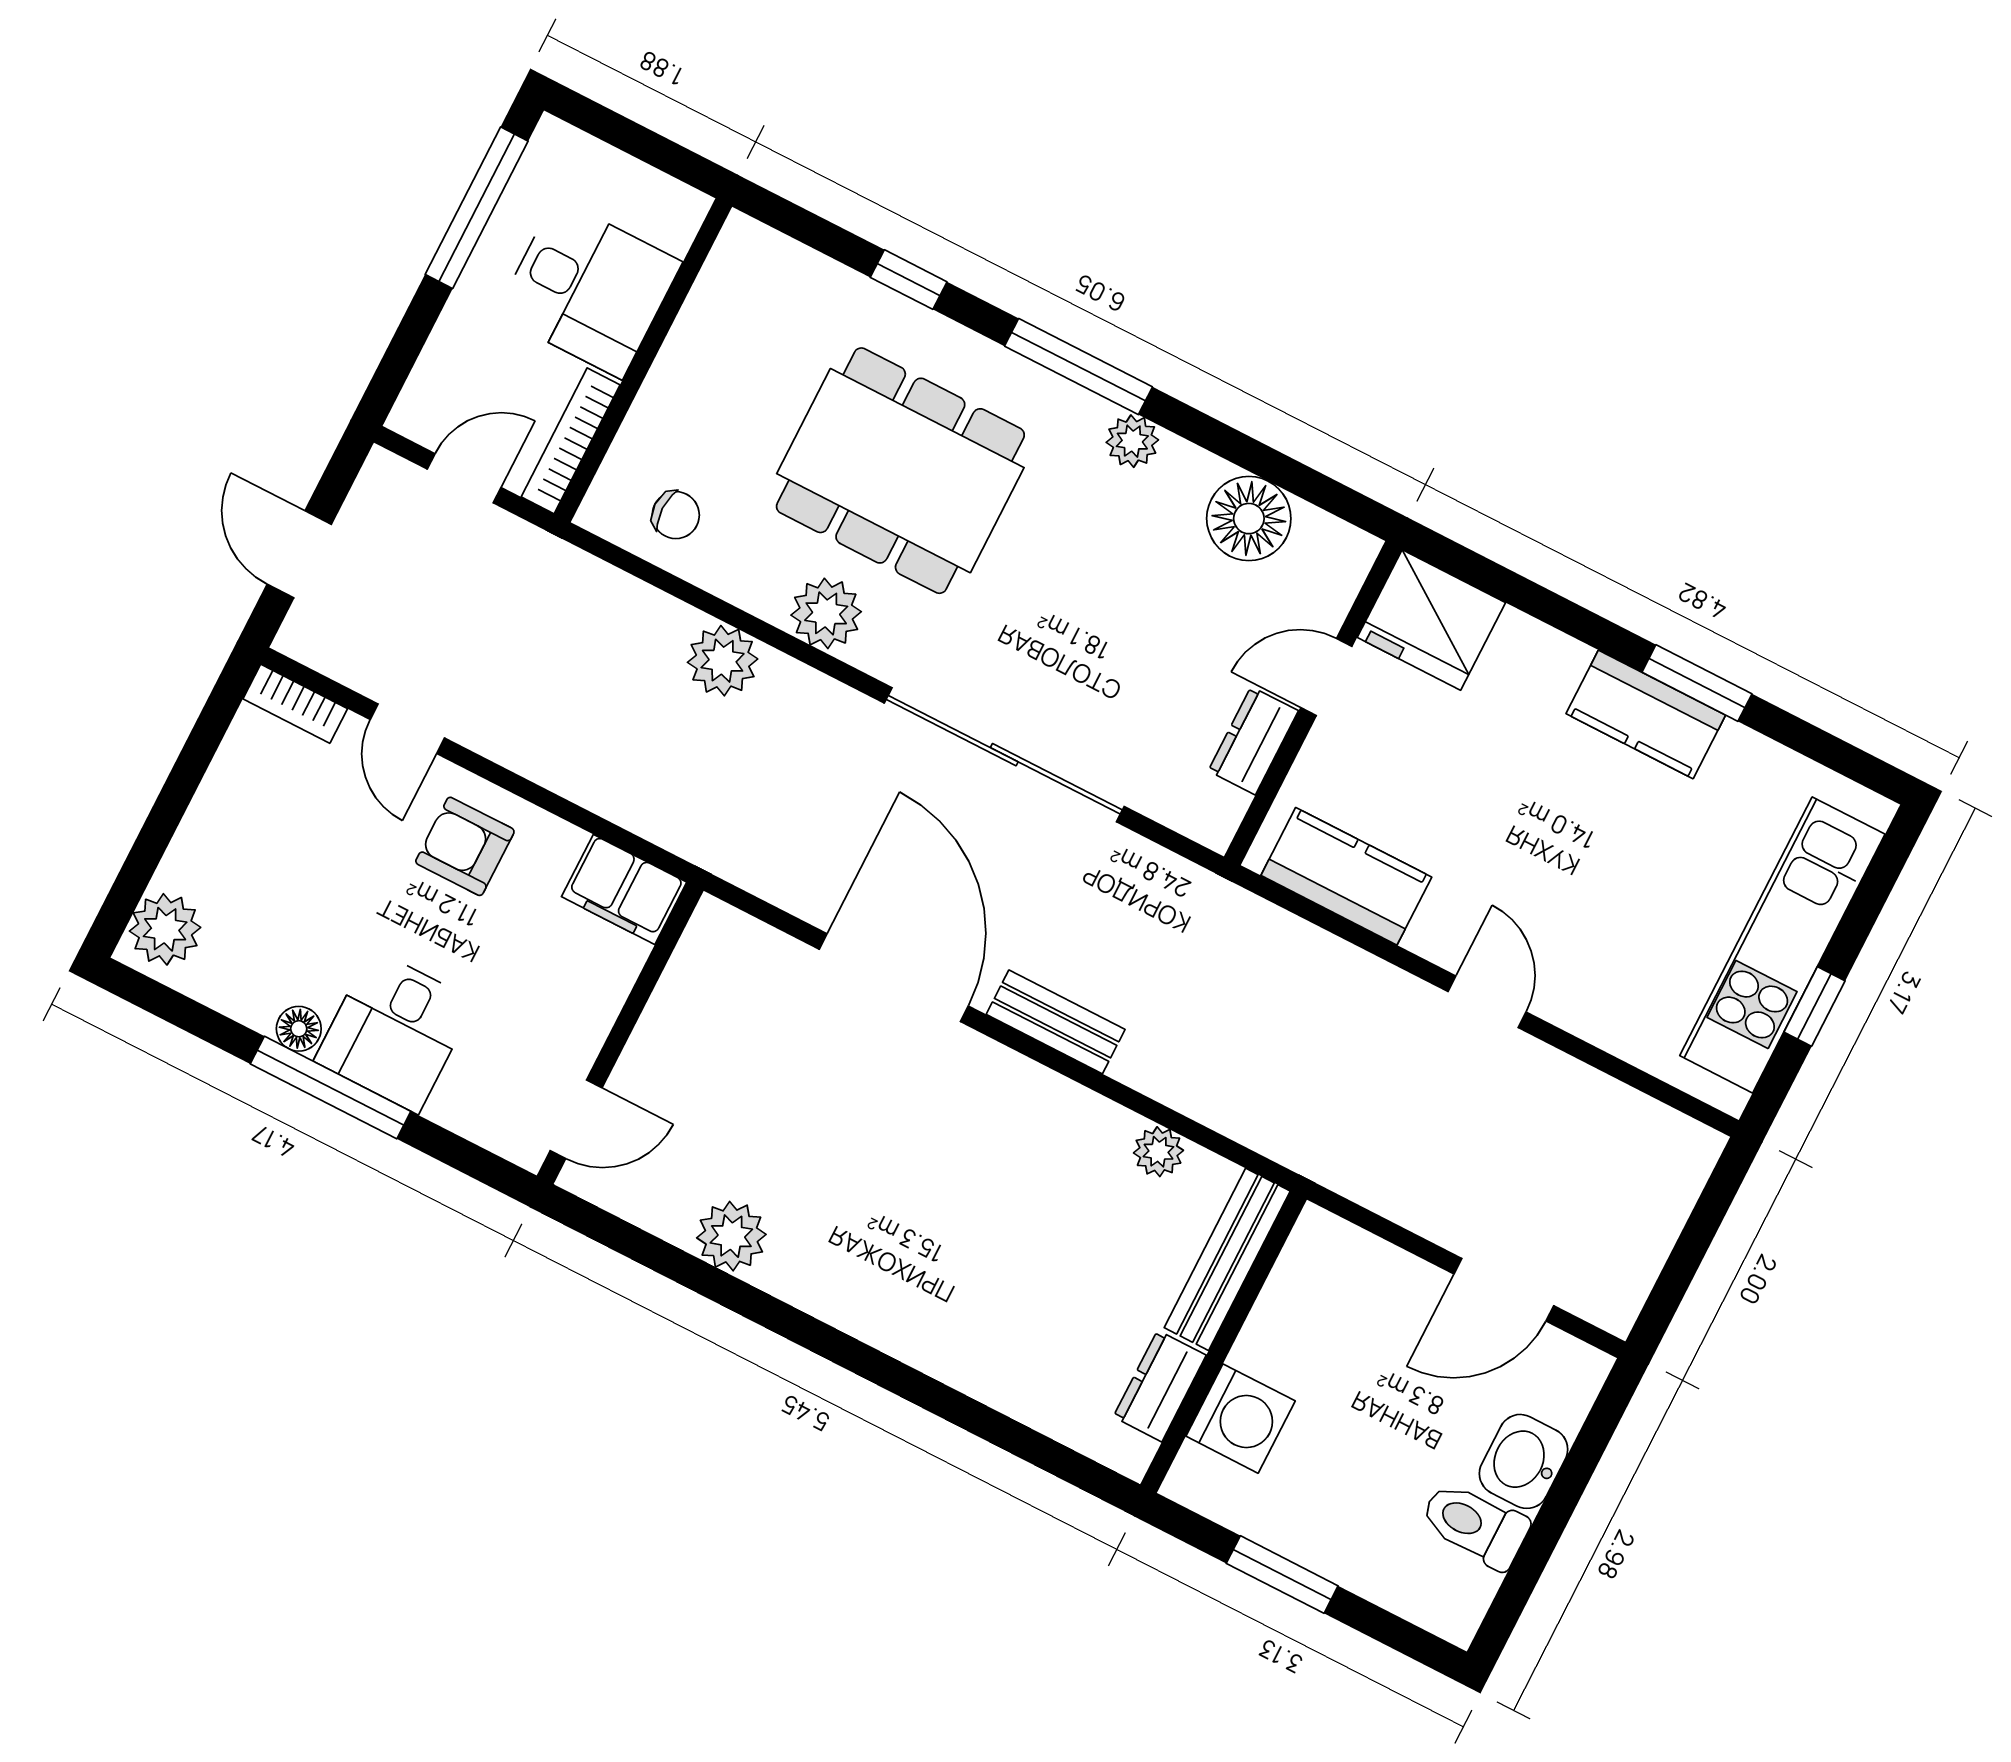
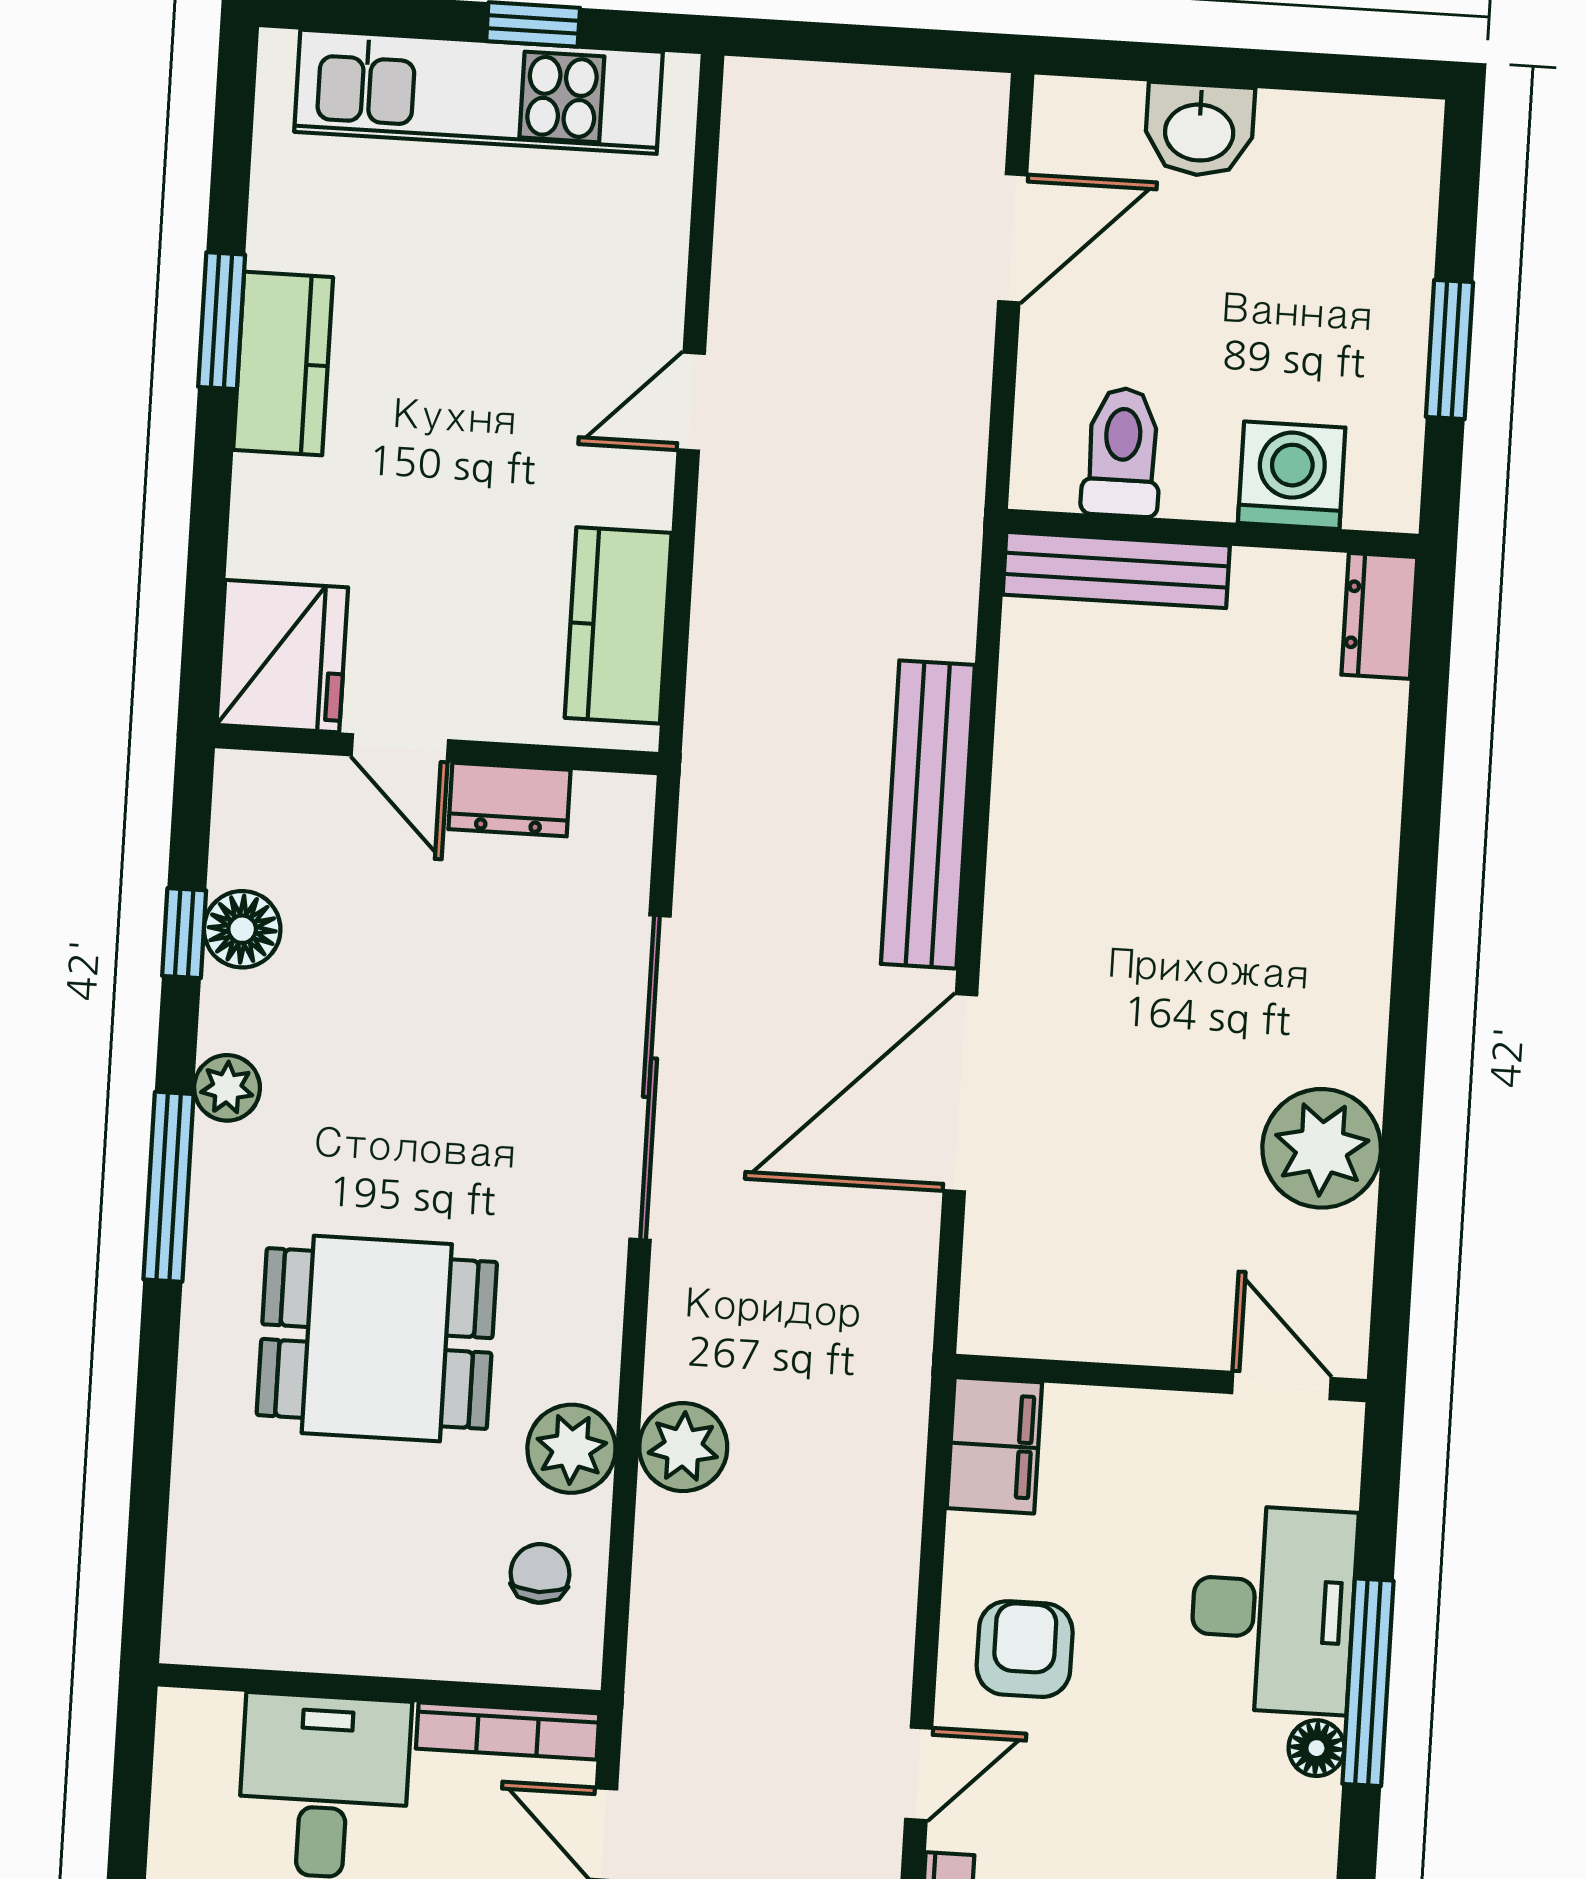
window: (909, 280) -> (184, 933), moved
dining table: (900, 471) -> (377, 1339), width x0.73
floor lamp: (1249, 519) -> (242, 929), width x0.73, depth x0.73
plant: (826, 613) -> (571, 1449), moved
armchair: (465, 846) -> (1025, 1649), turned 180
bench: (1056, 1022) -> (928, 814), width x1.86, depth x1.21
desk: (395, 1031) -> (1273, 1609), width x1.37
plant: (1158, 1152) -> (1027, 703), removed
plant: (731, 1236) -> (1322, 1148), width x1.36, depth x1.36
door: (1504, 1290) -> (1013, 238), hinge flipped
dresser: (1160, 1386) -> (1379, 616), moved, turned 90
toilet: (1475, 1525) -> (1122, 452), moved, turned 180

